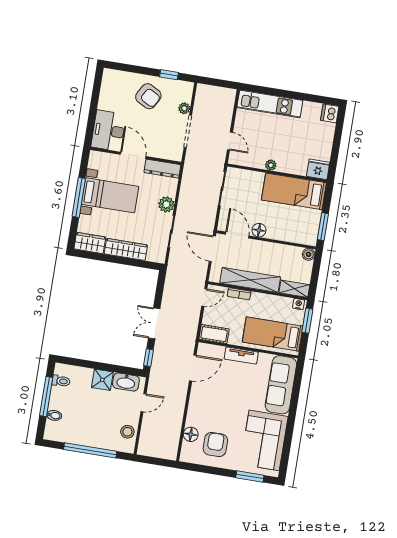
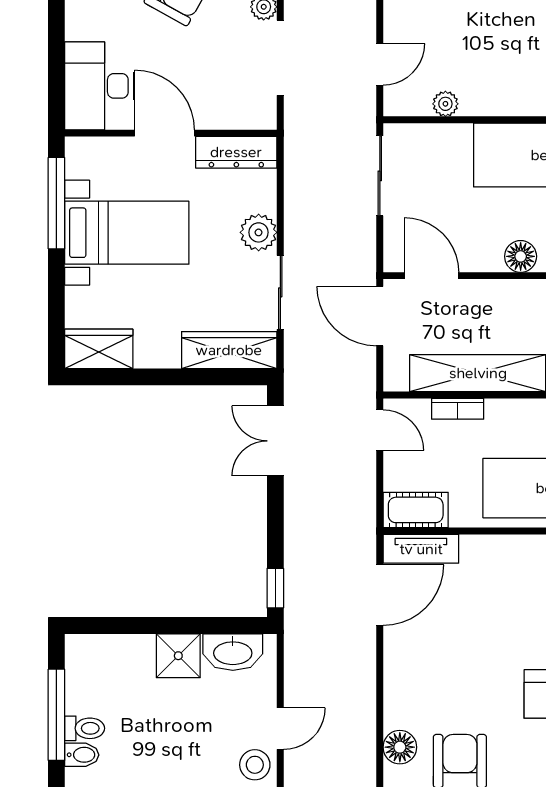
door: (230, 141) -> (380, 64), hinge flipped
plant: (271, 165) -> (445, 104), moved
window: (79, 197) -> (56, 203), moved
floor lamp: (259, 230) -> (521, 256), moved
wardrobe: (126, 249) -> (229, 350), moved
door: (204, 297) -> (380, 430), hinge flipped
double door: (154, 323) -> (275, 441), moved
tv unit: (241, 356) -> (421, 549), moved
toilet: (61, 381) -> (85, 728), moved
door: (143, 403) -> (280, 729), moved

